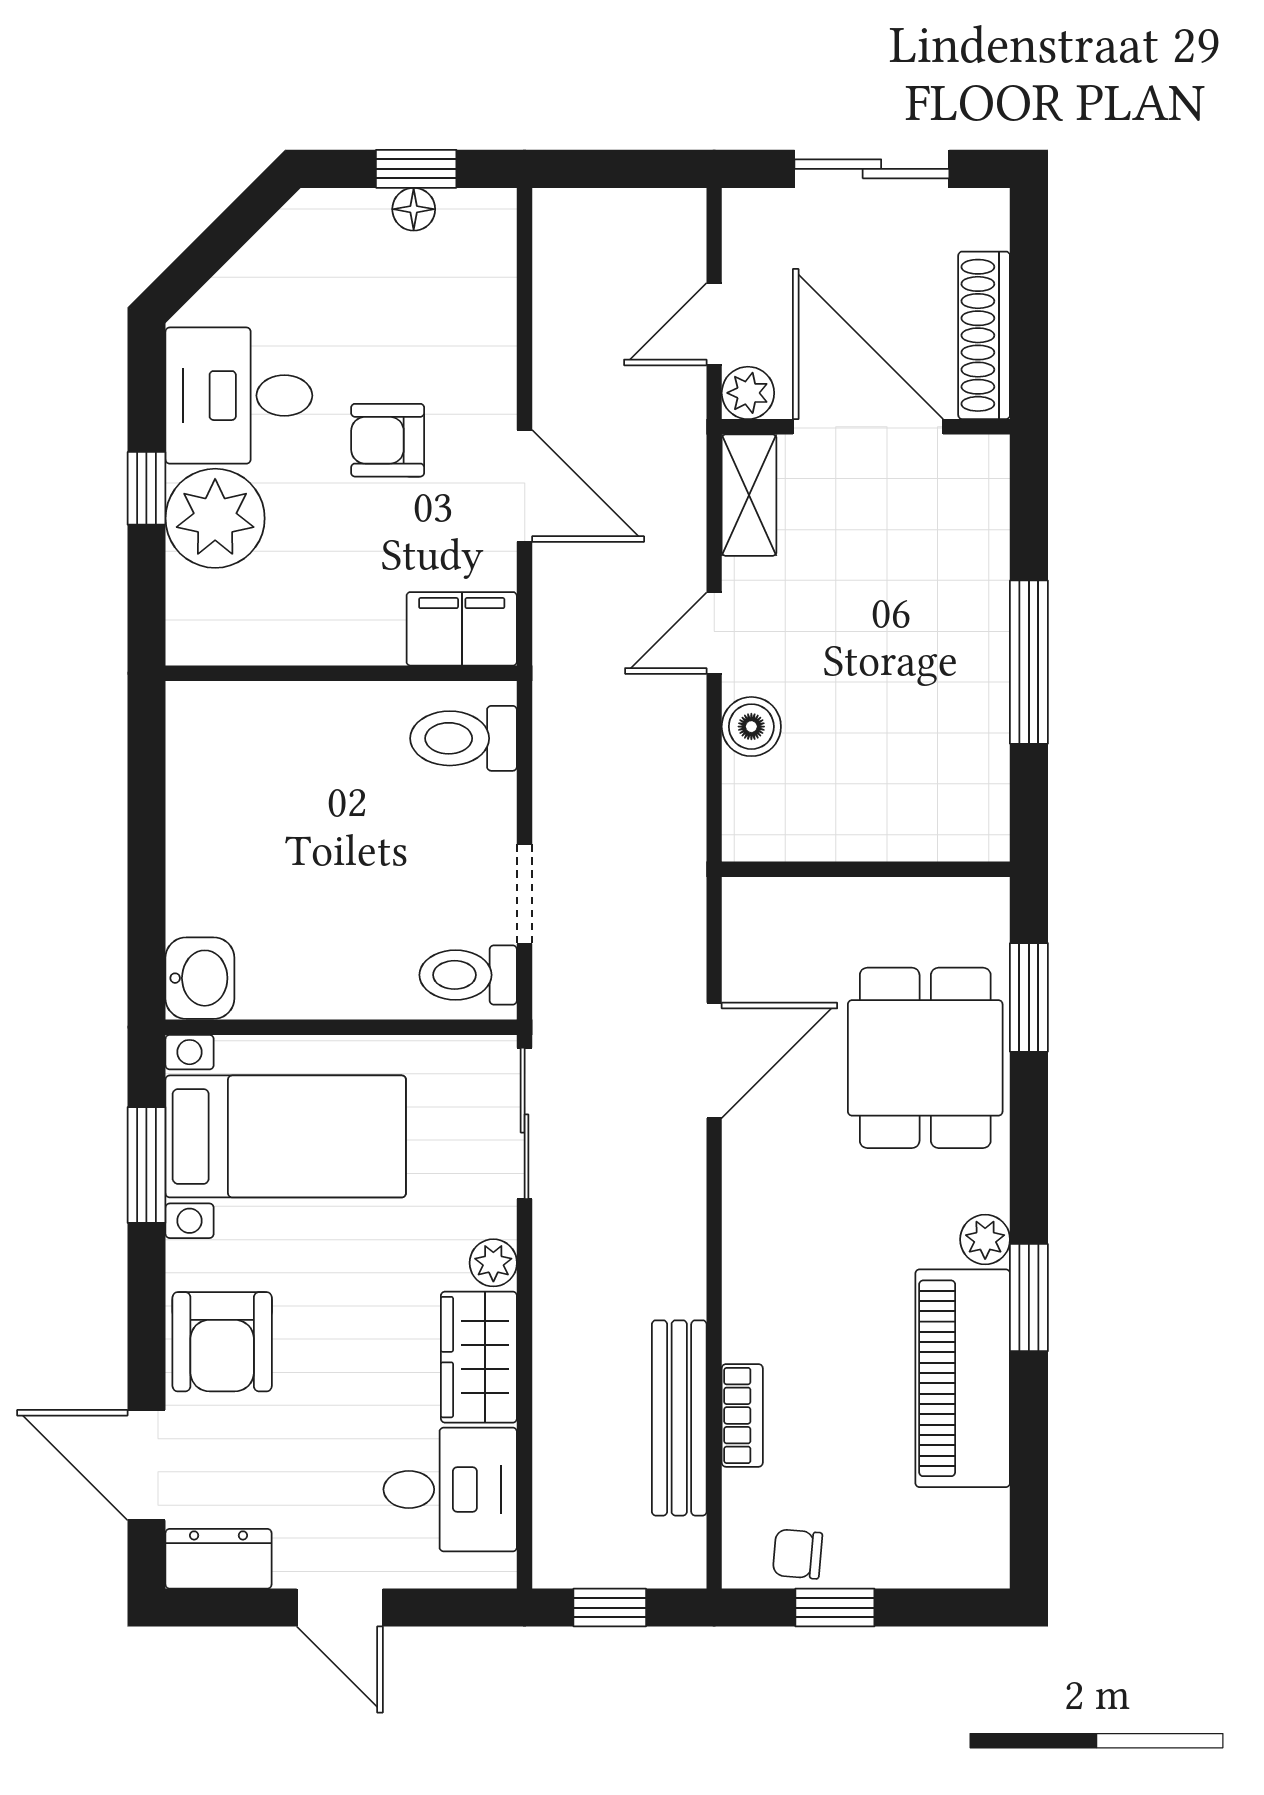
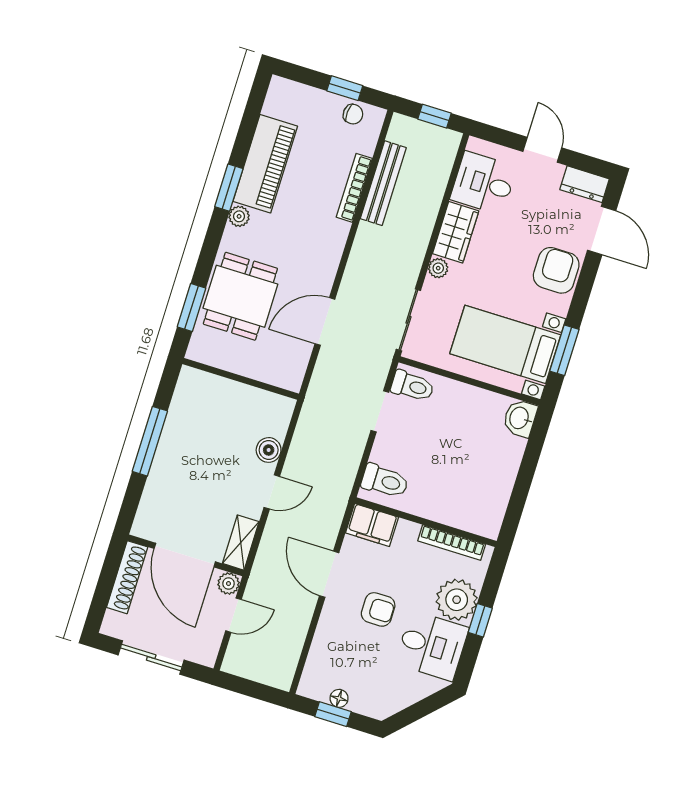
bookcase: (267, 645) -> (452, 543), added
bookcase: (742, 1415) -> (354, 188), width x1.56

